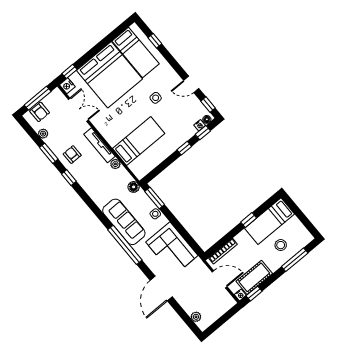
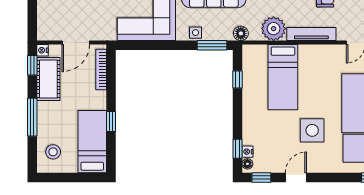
side table: (156, 98) -> (312, 130), width x1.87, depth x1.87
window: (184, 148) -> (237, 80), moved
plant: (115, 164) -> (274, 29), width x1.87, depth x1.87
stool: (281, 245) -> (53, 152), moved
window: (295, 260) -> (32, 117), moved

